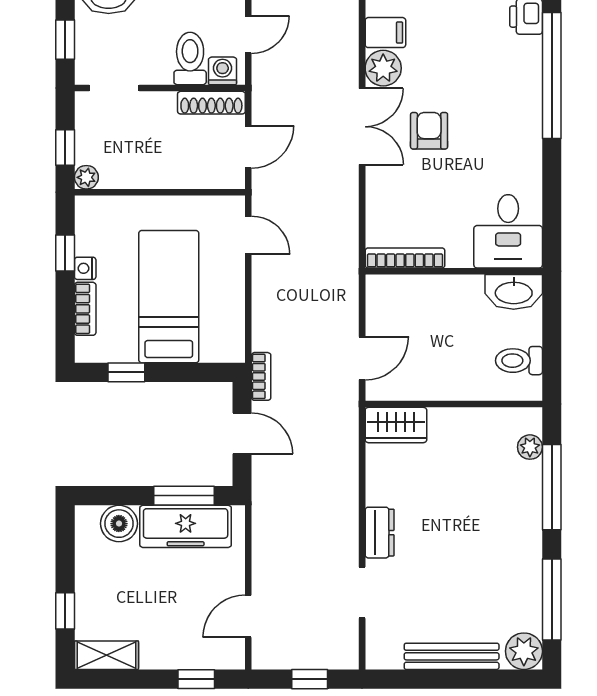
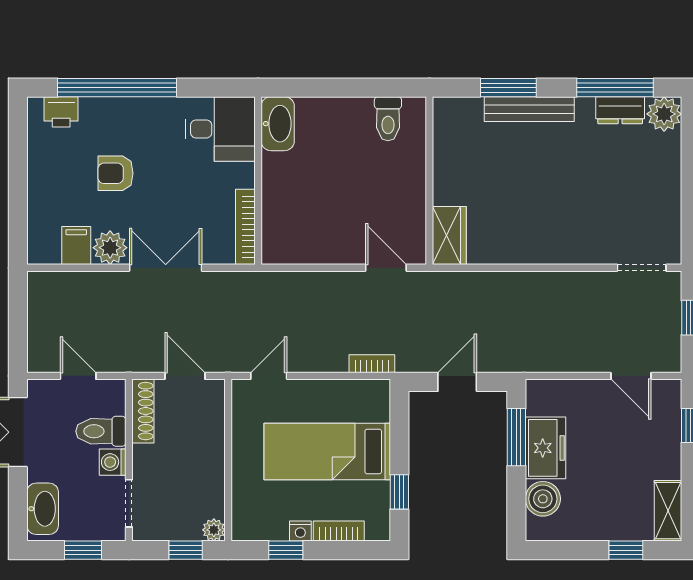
washing machine: (223, 71) -> (113, 462), moved
armchair: (429, 131) -> (116, 173), moved
desk: (508, 231) -> (220, 129), moved
bookcase: (405, 258) -> (245, 227), moved
wall: (454, 271) -> (258, 181), moved
washbasin: (514, 292) -> (278, 124), moved
bookcase: (261, 376) -> (372, 364), moved
plant: (530, 447) -> (470, 108), removed
window: (552, 487) -> (508, 88), width x0.69
freezer: (186, 526) -> (546, 448), width x0.71
dresser: (380, 533) -> (620, 110), moved, turned 180
doorway: (362, 593) -> (642, 268), moved
bench: (452, 656) -> (529, 109), moved, turned 90

